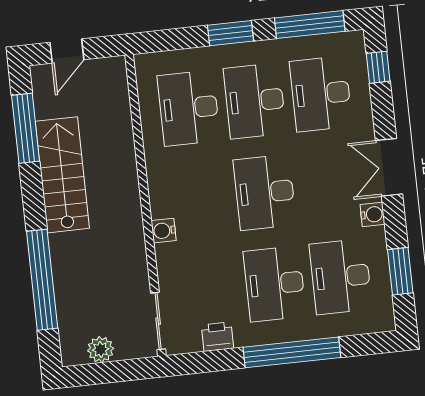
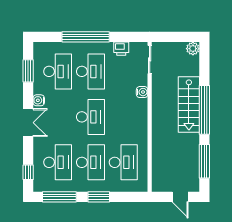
door: (67, 51) -> (180, 197), swing flipped
stairs: (62, 175) -> (189, 105), moved
water cooler: (164, 231) -> (142, 92), moved
window: (42, 280) -> (204, 110), moved
plant: (101, 350) -> (193, 49), moved

